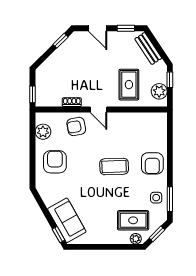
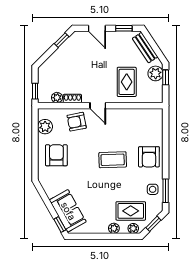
plant: (159, 91) -> (156, 73), moved
plant: (56, 101) -> (57, 98), added
plant: (115, 239) -> (114, 228), added

